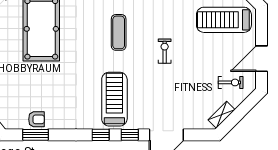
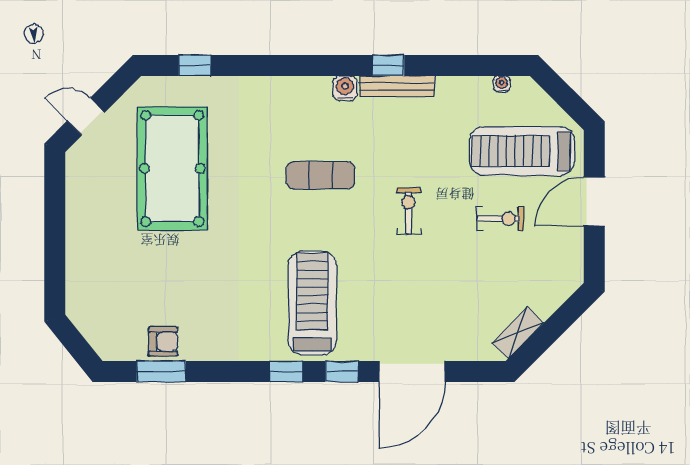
exercise mat: (119, 32) -> (321, 175), turned 90
door: (261, 59) -> (594, 202), moved
exercise bike: (231, 82) -> (500, 219), moved

